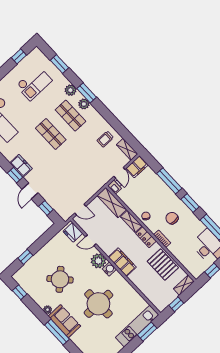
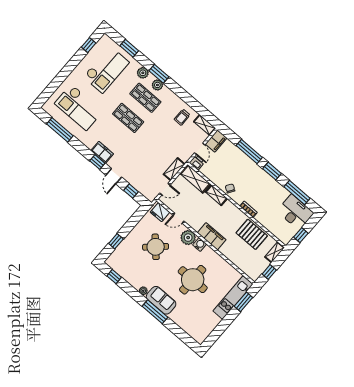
checkout: (34, 83) -> (106, 70), width x1.36, depth x1.21
shelving: (92, 191) -> (174, 169), added
chair: (172, 218) -> (256, 188), removed
locker: (146, 237) -> (232, 209), removed
round table: (60, 279) -> (156, 247), moved

